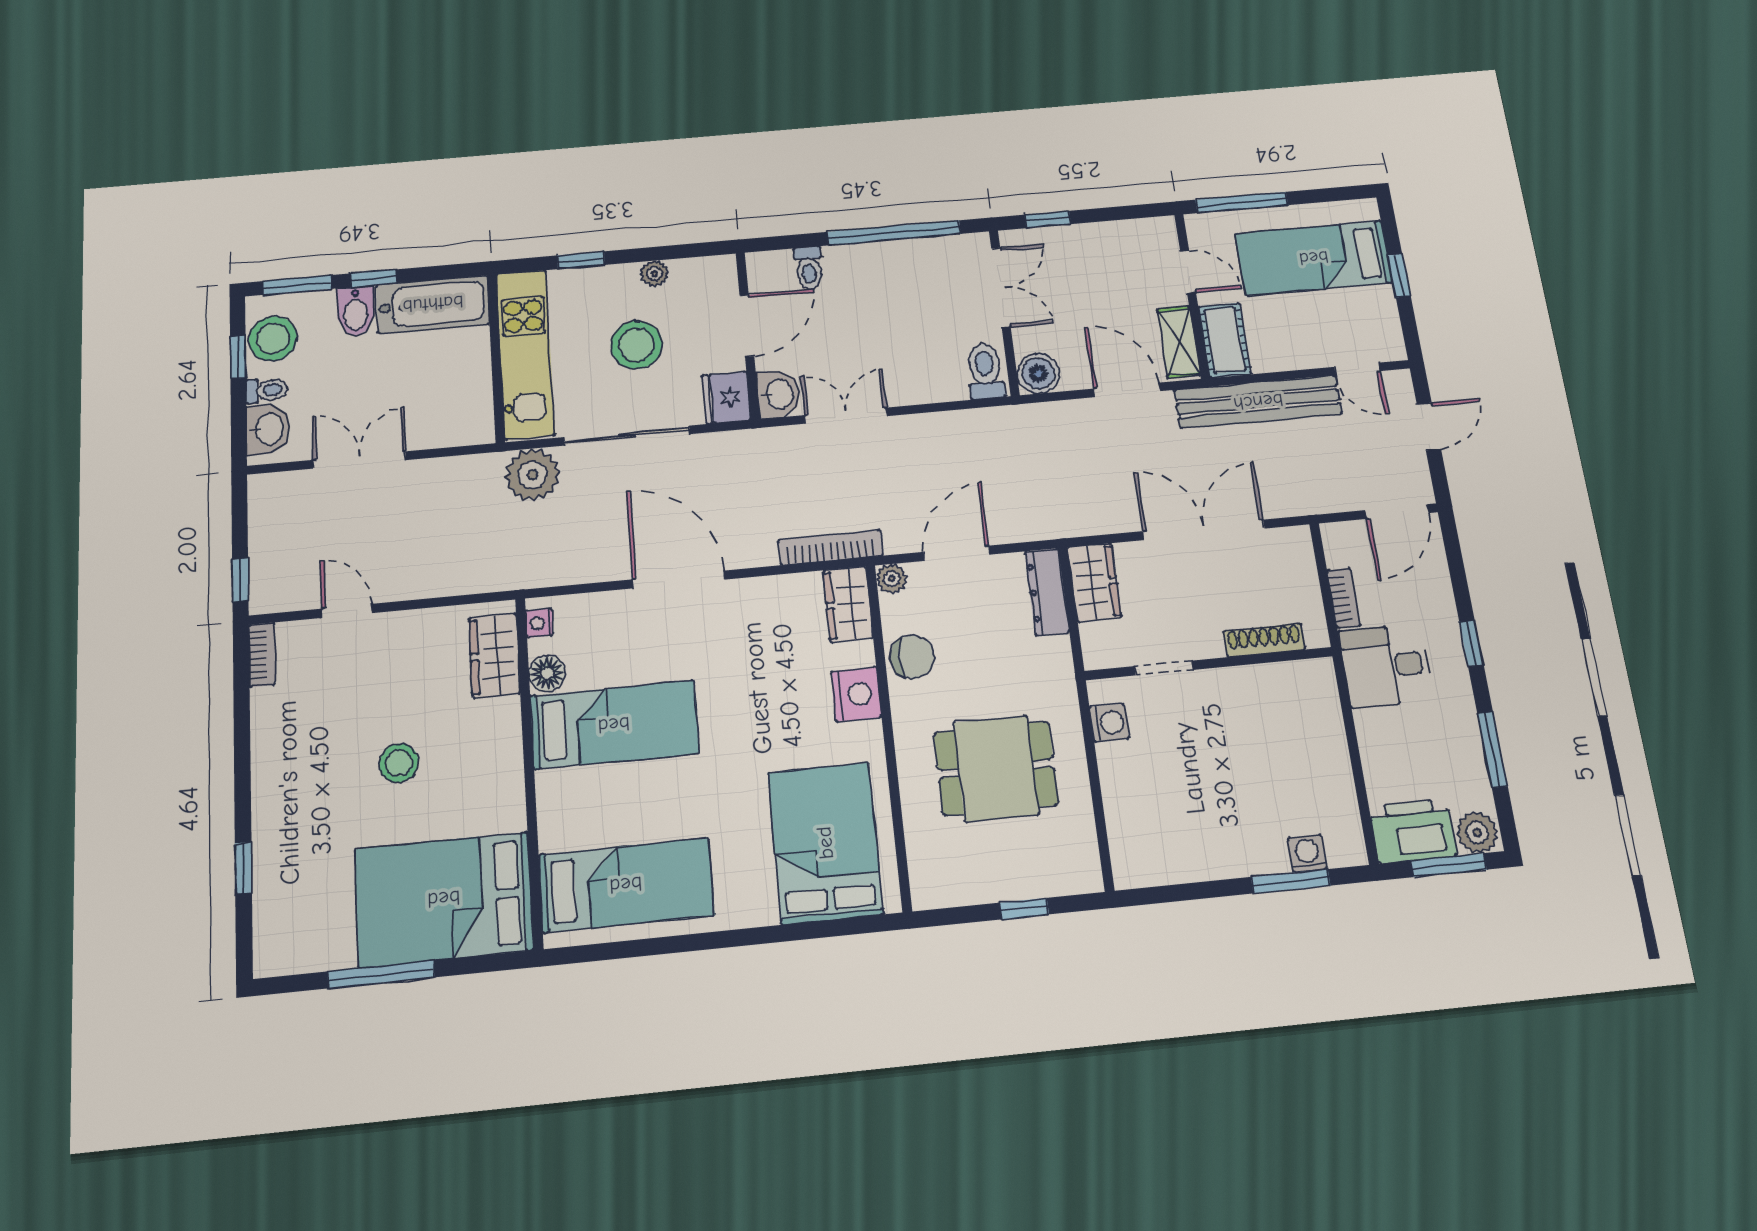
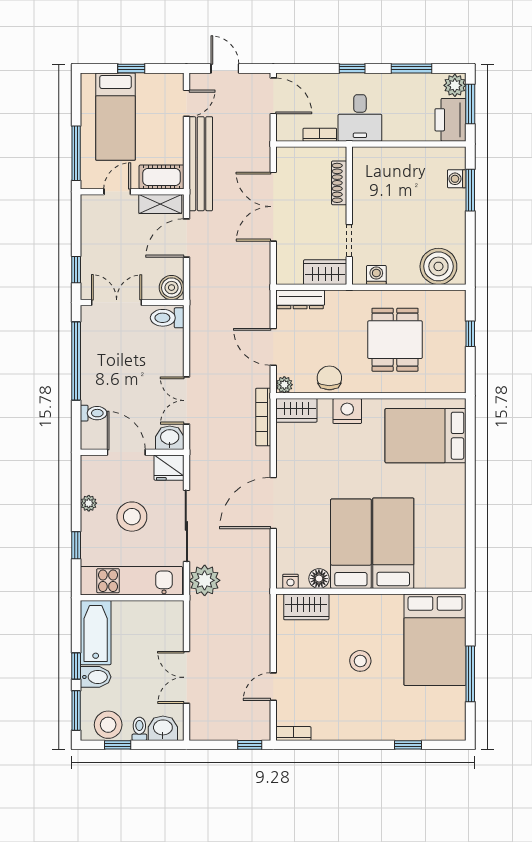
wardrobe: (1094, 582) -> (325, 272), moved
boiler: (1141, 836) -> (438, 266), added
bed: (626, 885) -> (393, 543), moved

